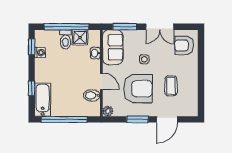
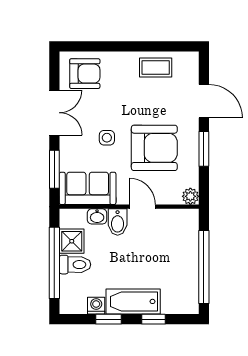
armchair: (184, 46) -> (85, 74), turned -90
window: (32, 47) -> (108, 319), moved
door: (101, 81) -> (142, 207), hinge flipped
coffee table: (171, 86) -> (156, 67), moved
armchair: (138, 89) -> (154, 148), turned 90
bidet: (92, 95) -> (118, 222), moved
bathtub: (43, 100) -> (133, 301), moved

